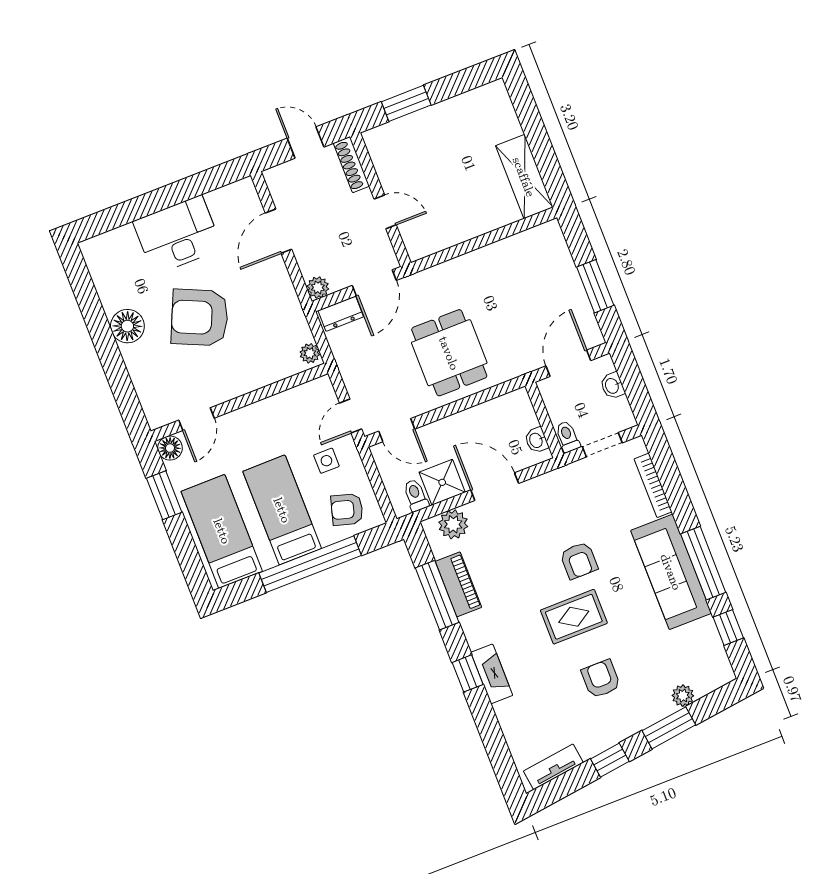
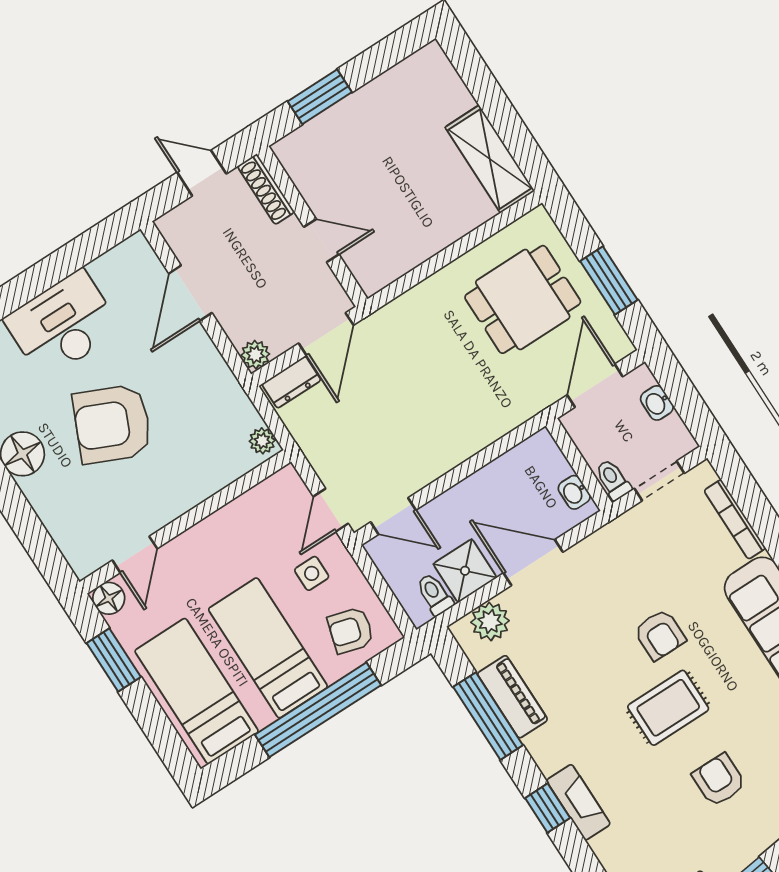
dining table: (449, 353) -> (523, 299), moved, turned 90

